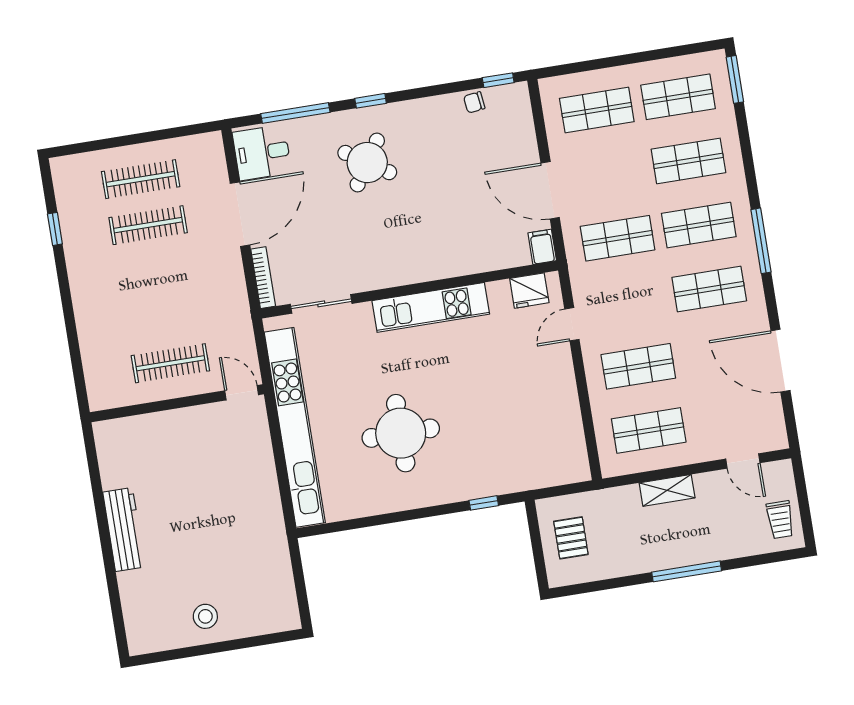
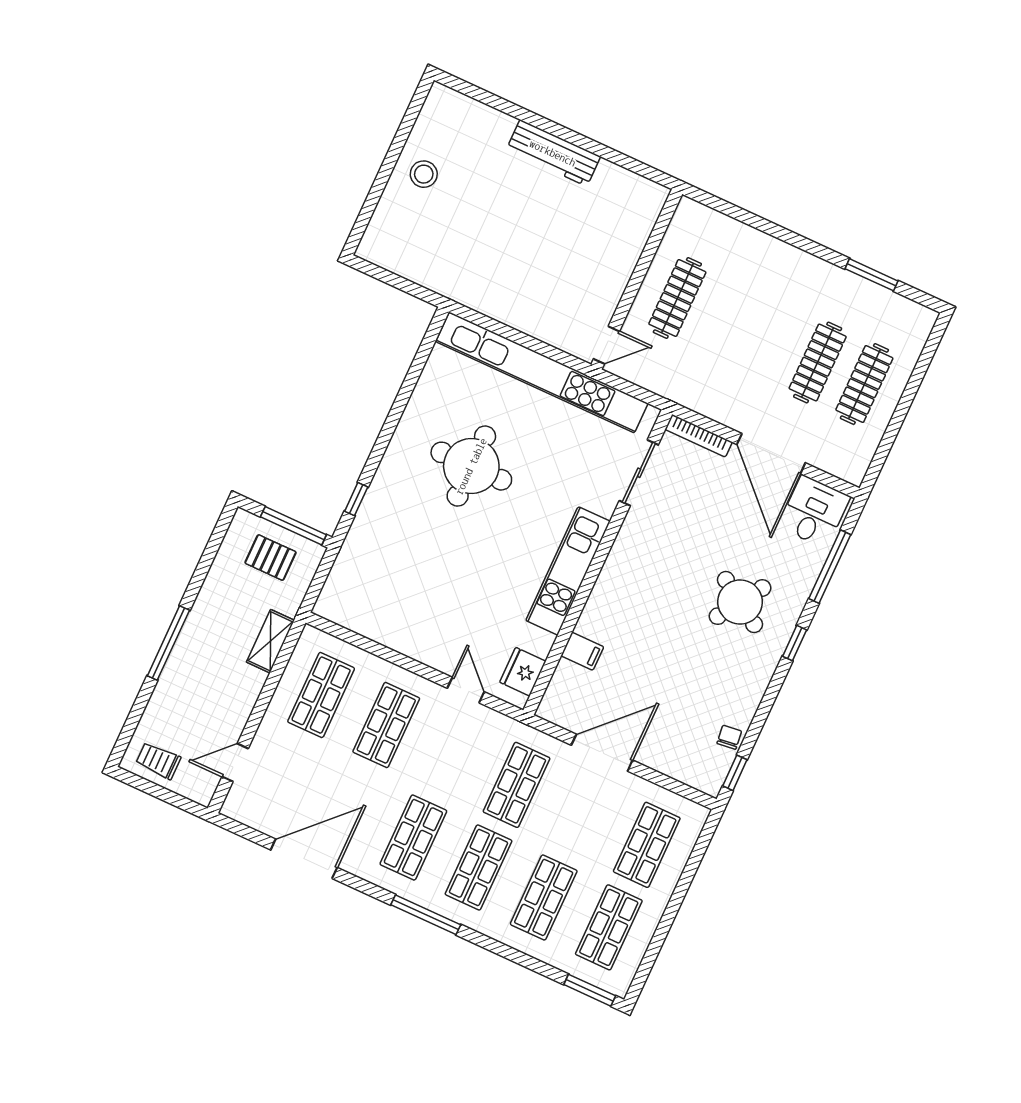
window: (55, 229) -> (872, 275), width x1.50
filing cabinet: (542, 247) -> (582, 651), moved
shelving: (667, 490) -> (270, 641), moved
window: (535, 537) -> (293, 526), added

